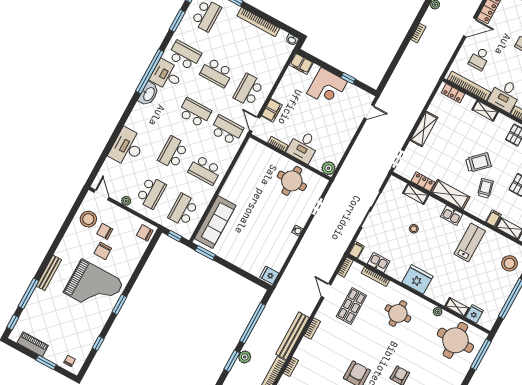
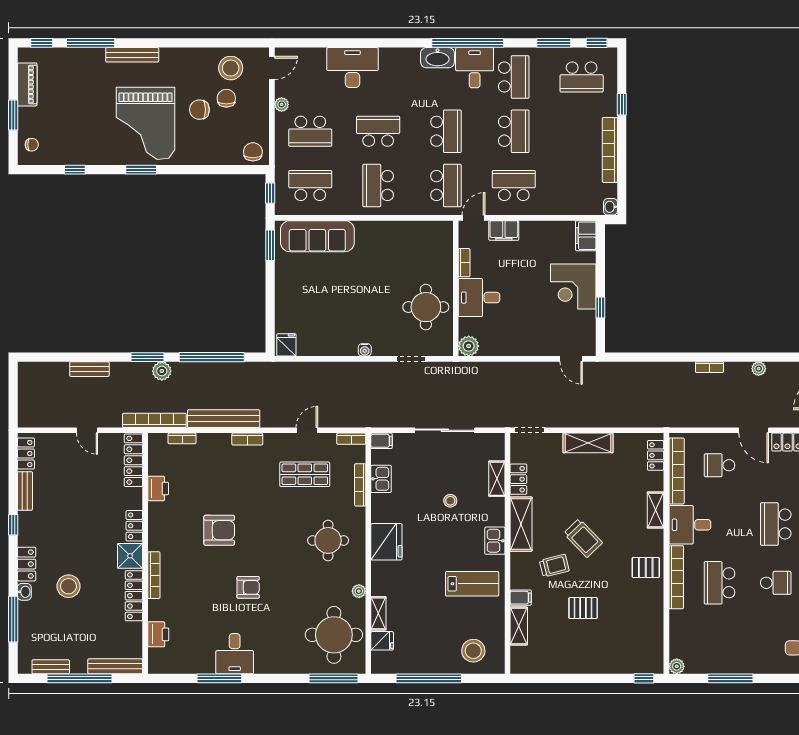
school desk: (216, 73) -> (514, 131), turned 180

